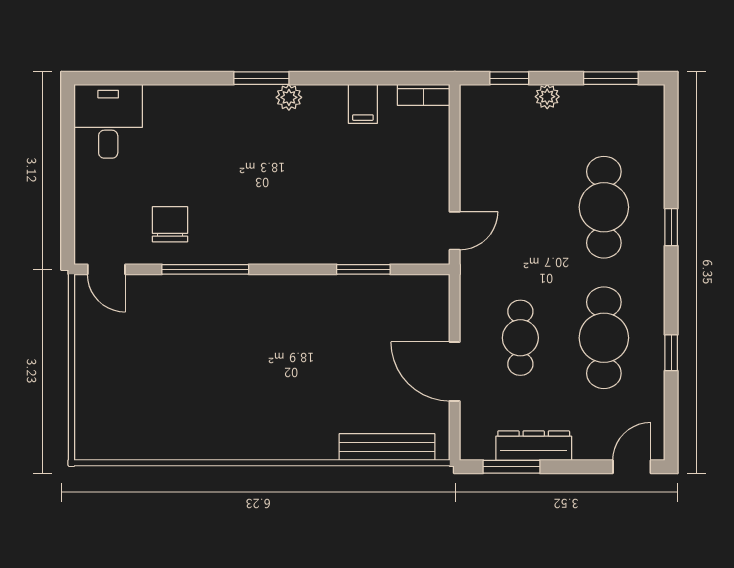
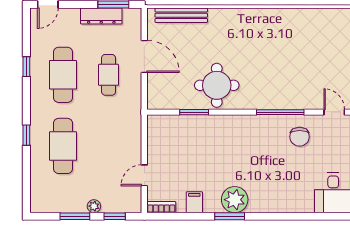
window: (261, 78) -> (230, 216), moved
window: (611, 78) -> (75, 216), moved
plant: (289, 97) -> (235, 200), width x1.88, depth x1.88
door: (455, 231) -> (144, 175), moved
round table: (322, 319) -> (217, 85), added

